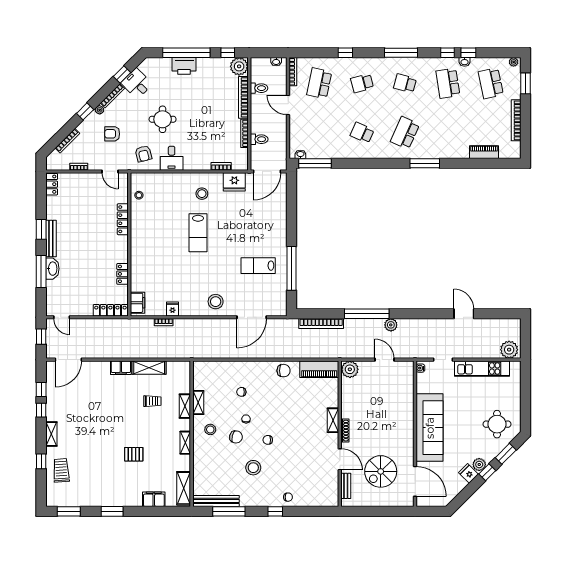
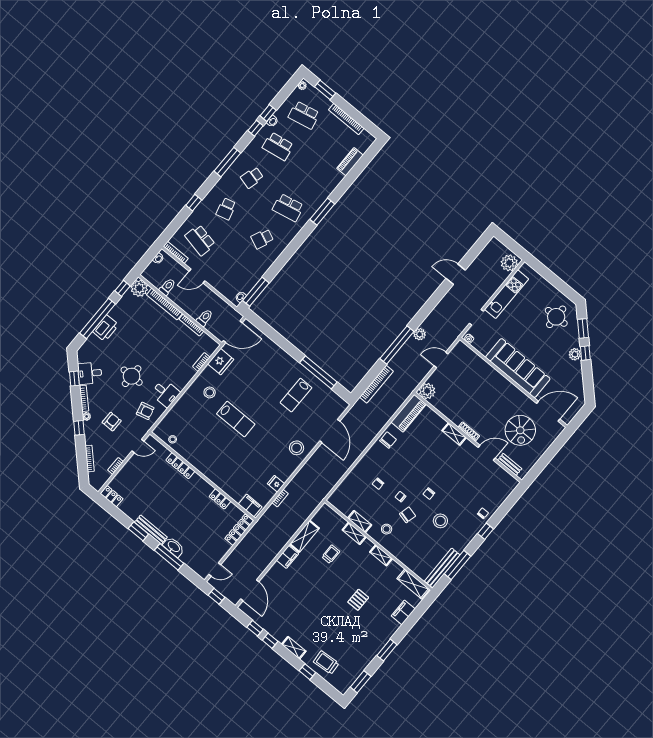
school desk: (405, 133) -> (288, 208), turned -36
armchair: (112, 134) -> (112, 422), turned 180
door: (267, 171) -> (233, 332), hinge flipped
fridge: (468, 473) -> (575, 367), removed

